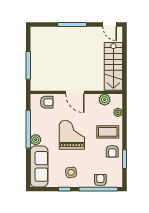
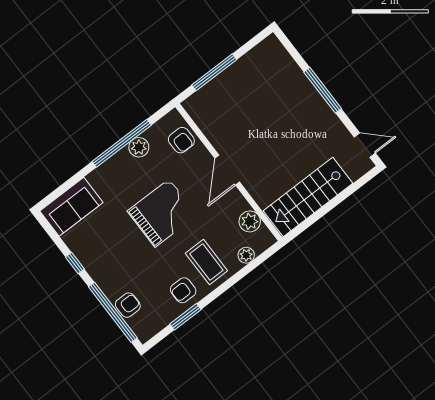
door: (110, 25) -> (365, 145), swing flipped
plant: (36, 140) -> (139, 147), moved
sofa: (39, 166) -> (71, 207), width x0.73
side table: (71, 172) -> (107, 254), removed

